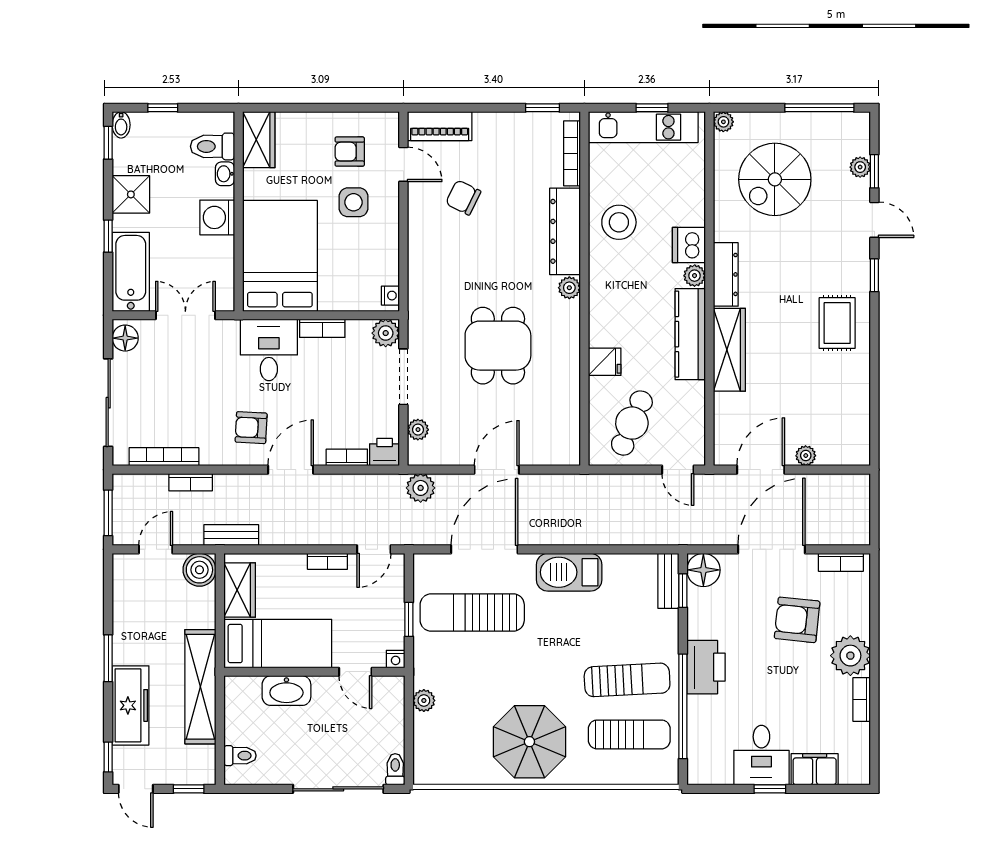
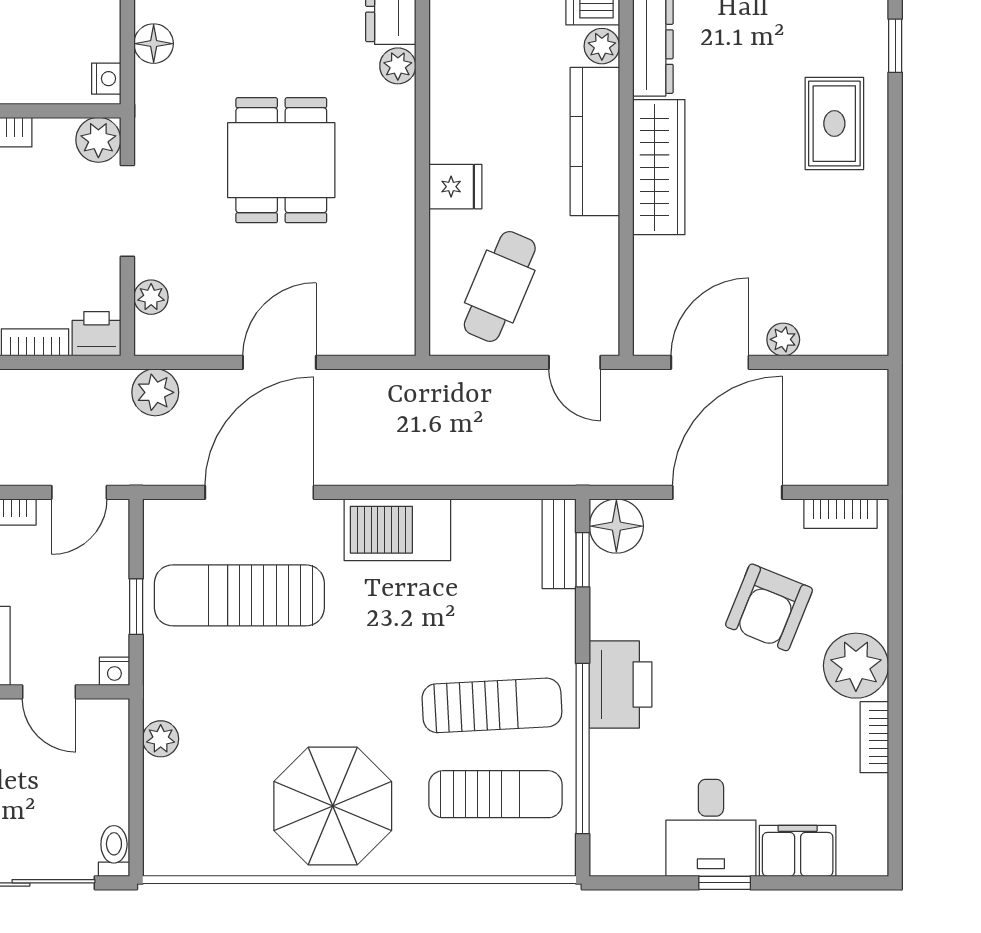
floor lamp: (420, 274) -> (154, 44), added
armchair: (797, 620) -> (769, 607), turned -74

